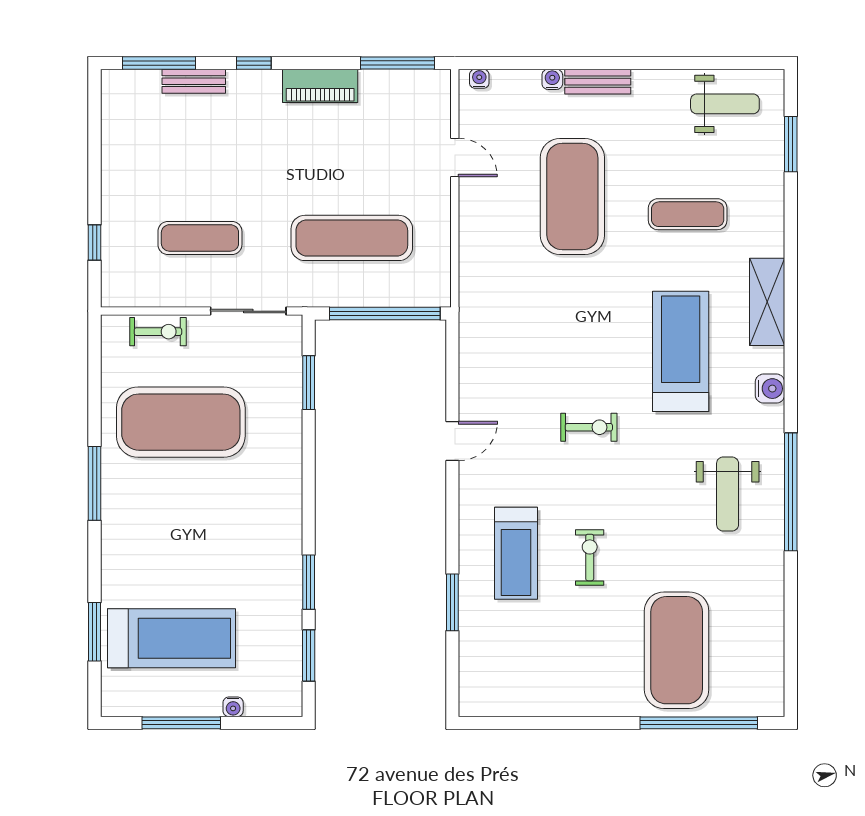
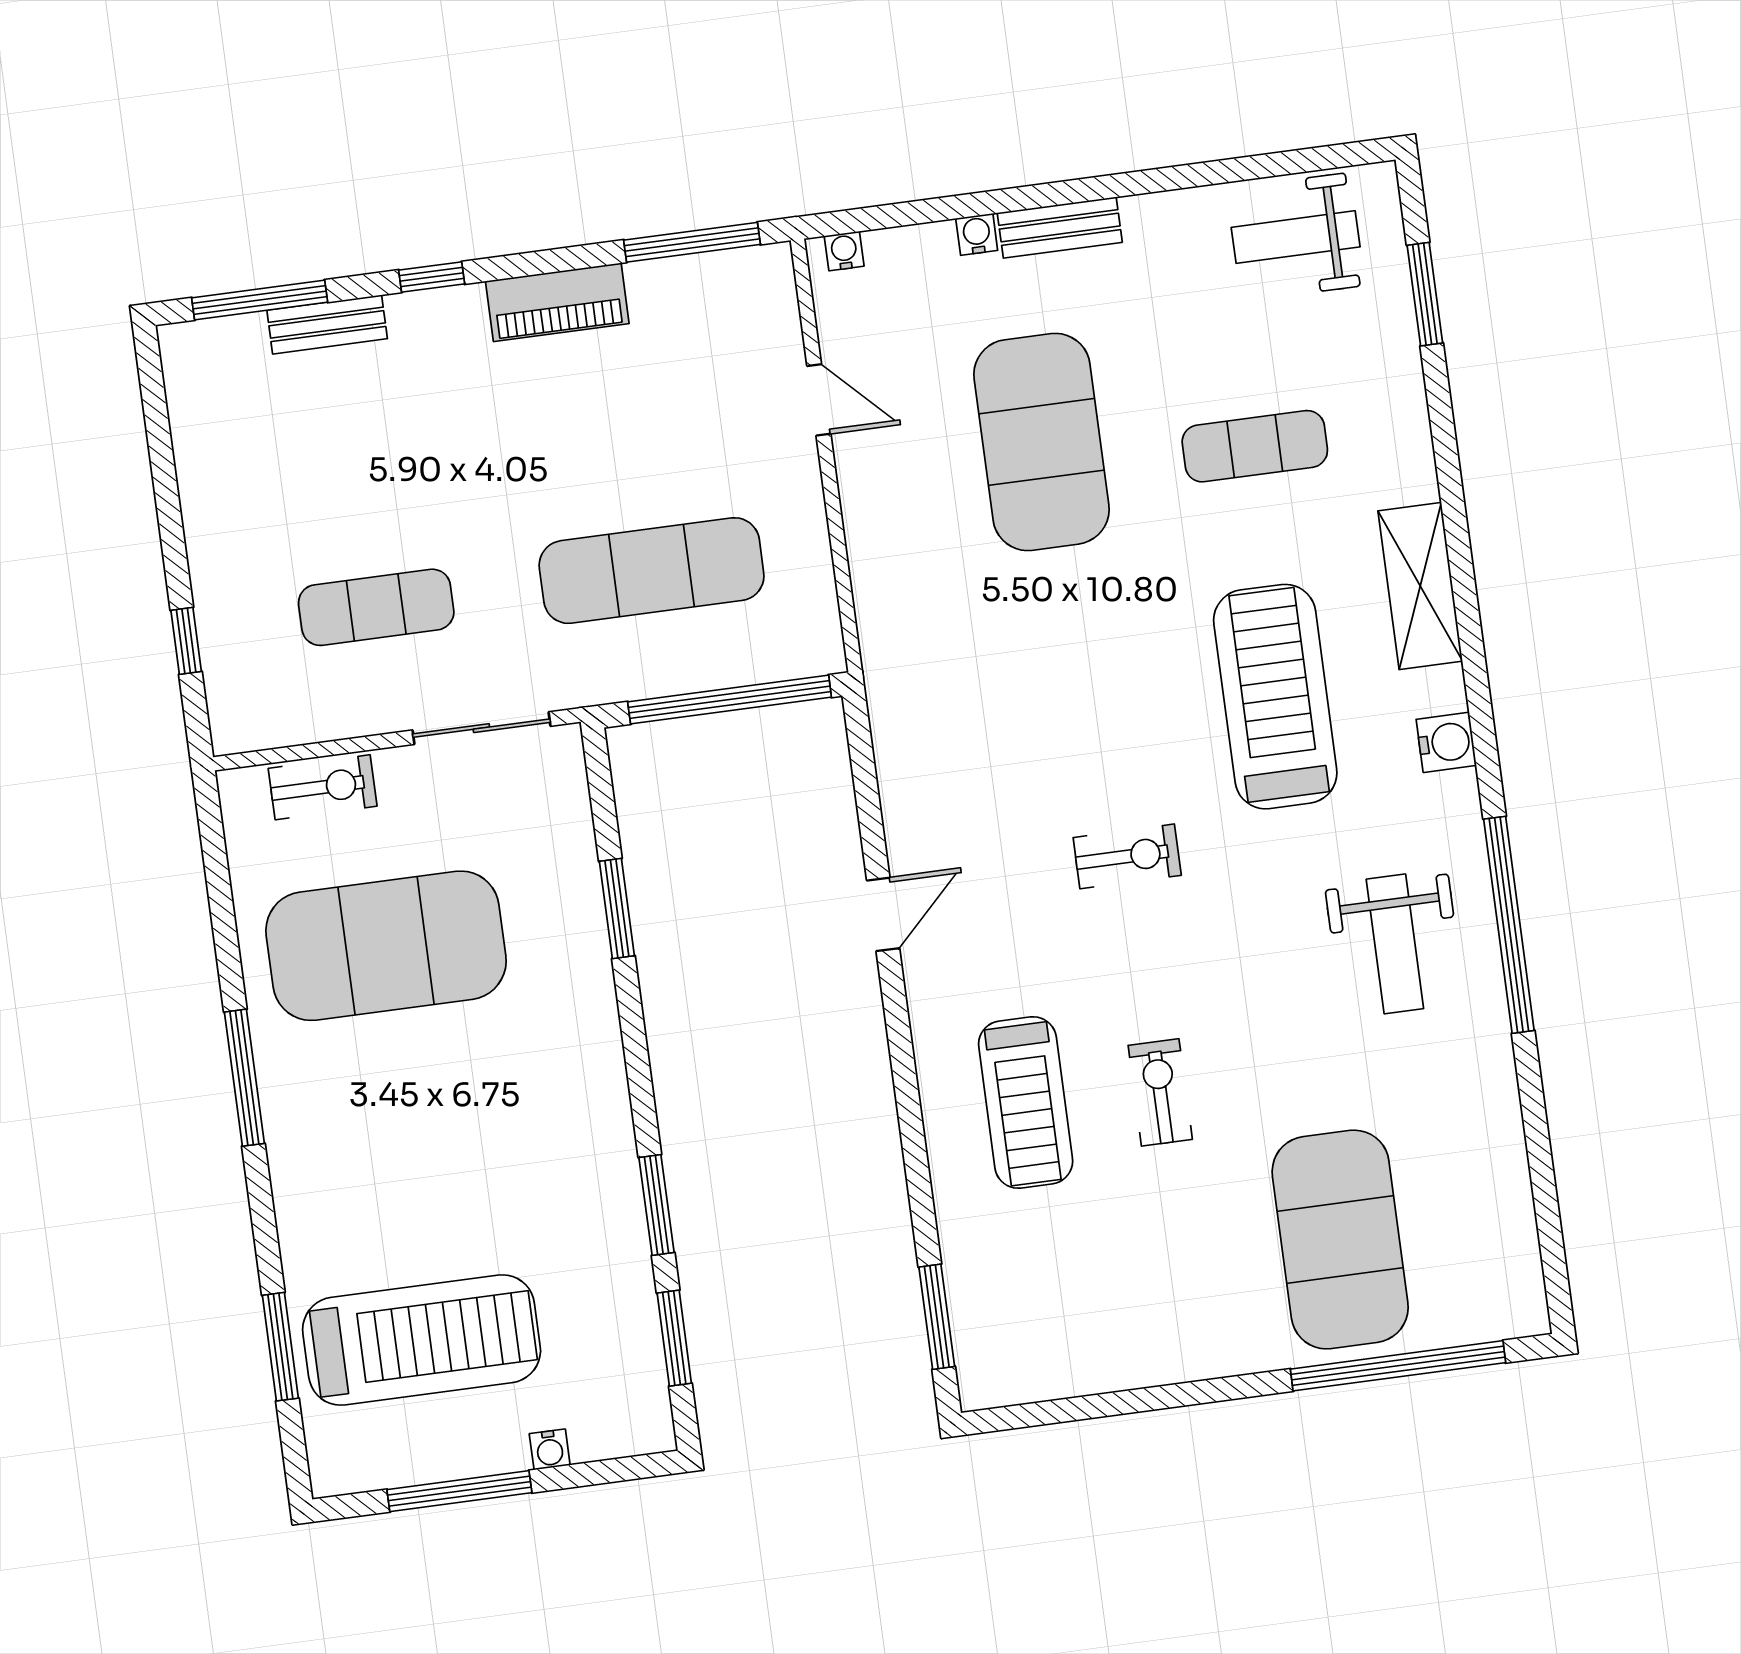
weight bench: (725, 104) -> (1296, 237), turned 180
window: (309, 383) -> (617, 908), moved
window: (452, 602) -> (937, 1317), moved

